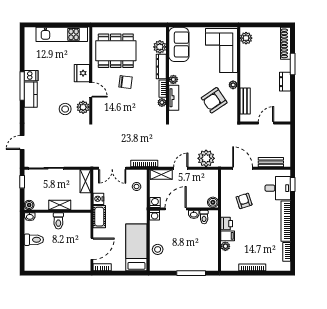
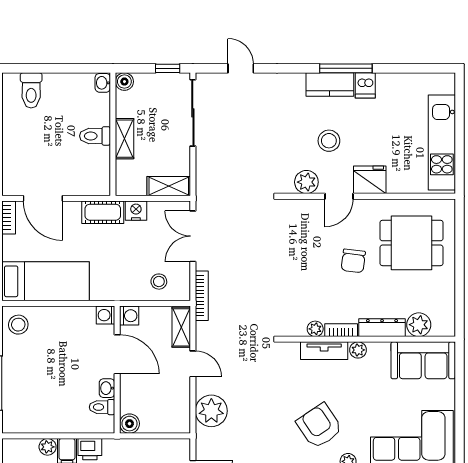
dining table: (116, 51) -> (412, 243), width x0.73
stool: (65, 109) -> (329, 141), moved
toilet: (34, 240) -> (31, 90), moved
stool: (158, 249) -> (18, 325), moved

